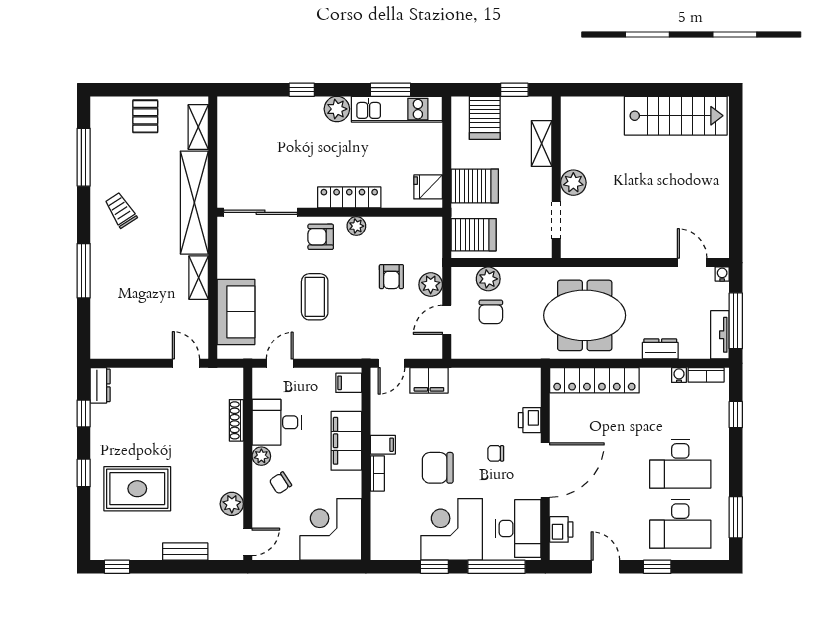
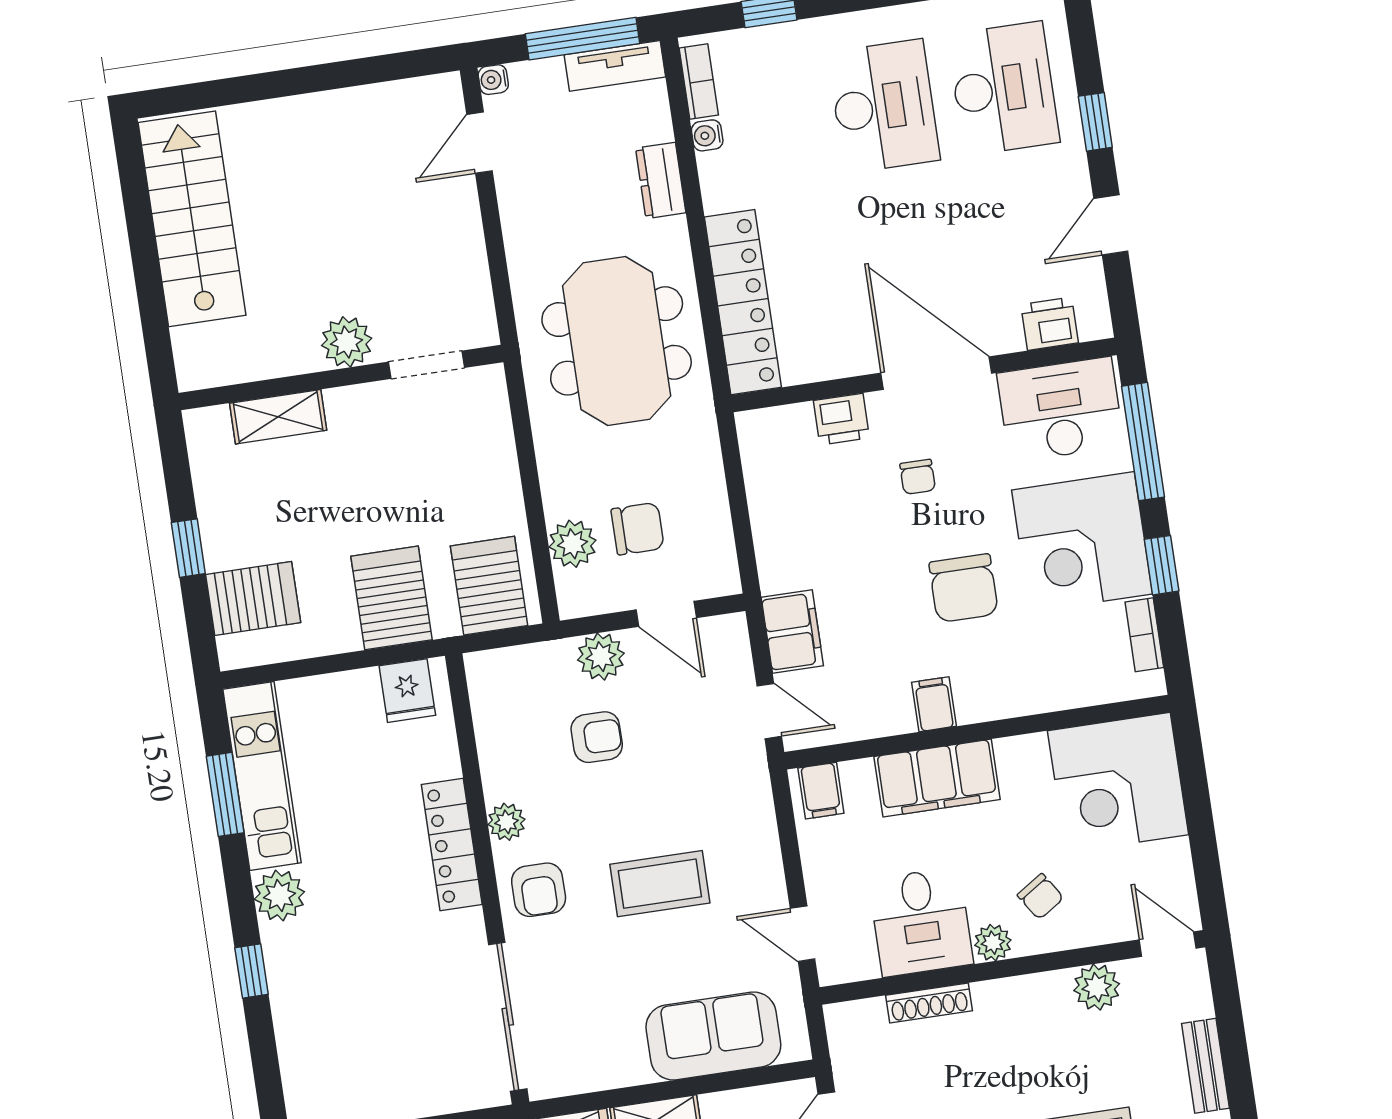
shelving: (542, 144) -> (278, 417), moved
wall: (556, 177) -> (341, 377), moved
plant: (573, 183) -> (347, 342), moved
doorway: (556, 220) -> (426, 365), moved
bookcase: (377, 473) -> (1144, 635), moved, turned -90

